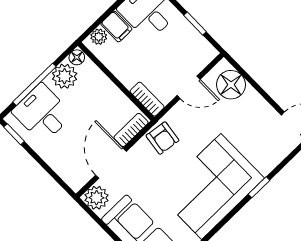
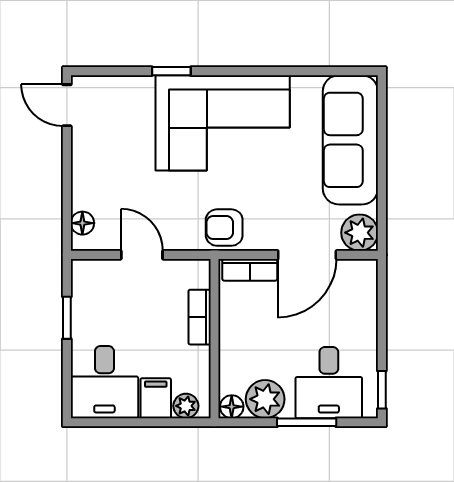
window: (34, 84) -> (307, 422), width x0.69
floor lamp: (231, 85) -> (82, 223), width x0.53, depth x0.53
bookcase: (147, 99) -> (200, 317), moved
armchair: (162, 138) -> (224, 228), turned -98

